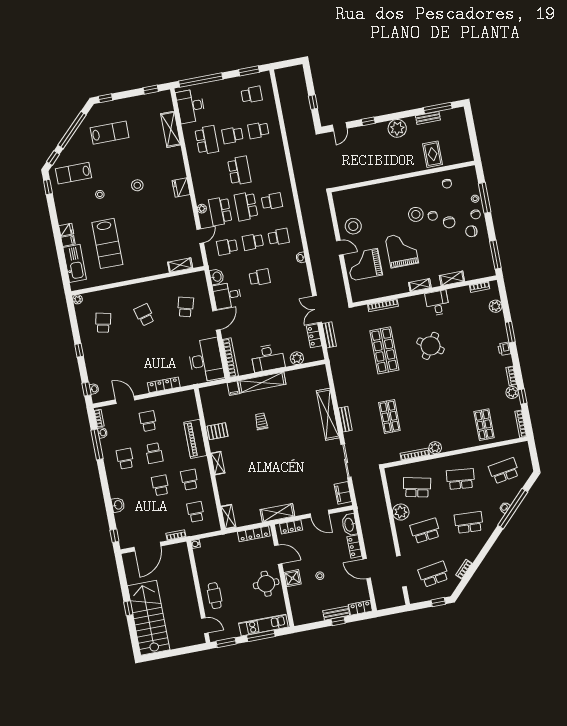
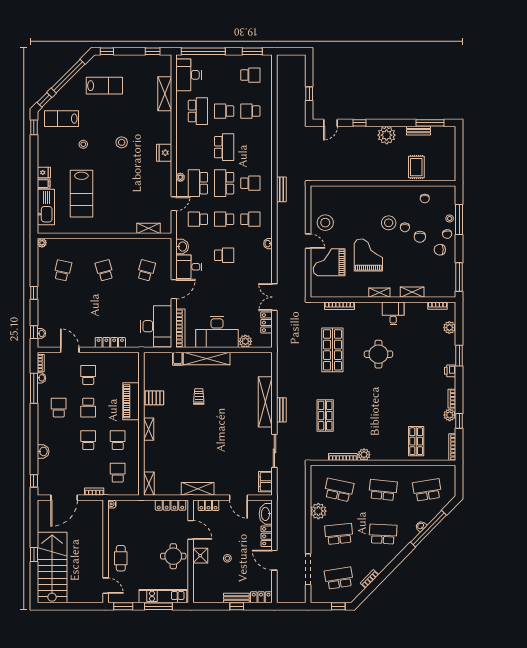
bench: (329, 335) -> (281, 189), moved
round table: (430, 346) -> (378, 354), turned -34
desk: (268, 358) -> (217, 332), width x1.36, depth x1.30

